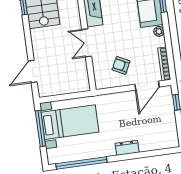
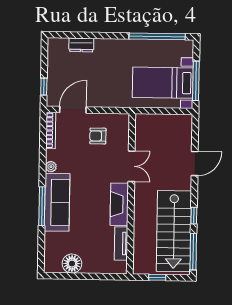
armchair: (121, 65) -> (98, 136), turned 153
door: (33, 71) -> (195, 163), moved
dresser: (127, 148) -> (81, 45), moved

